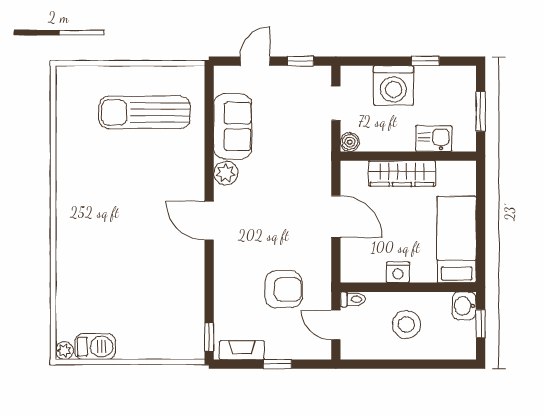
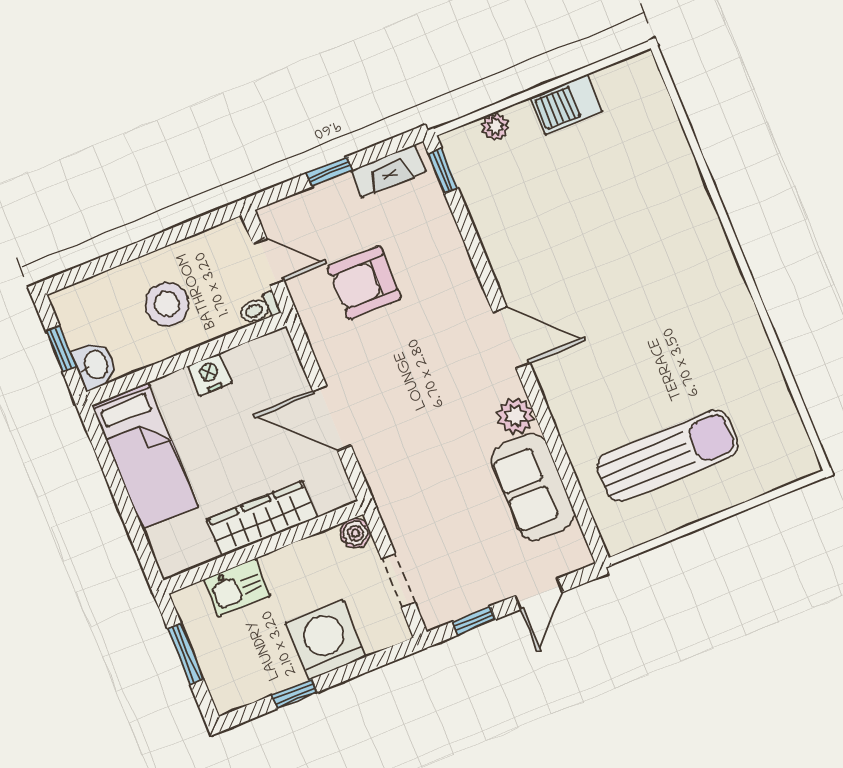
barbecue: (95, 347) -> (566, 104), moved
plant: (64, 351) -> (495, 127), moved

